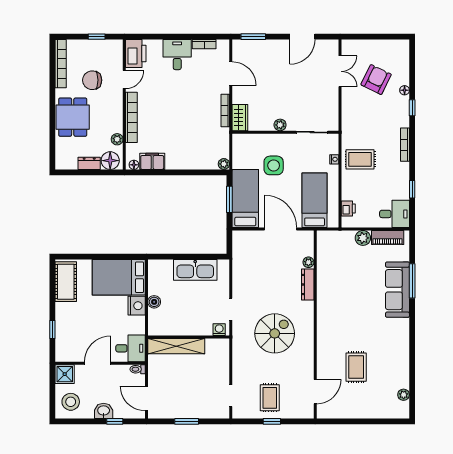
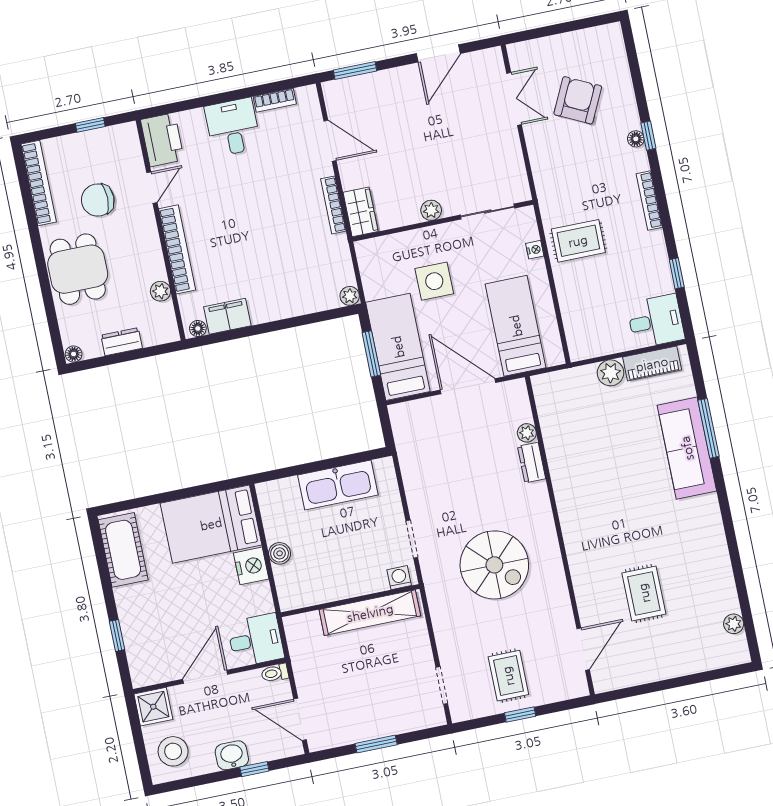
floor lamp: (405, 90) -> (636, 139), moved
floor lamp: (110, 161) -> (74, 354), moved, width x0.53, depth x0.53
printer: (348, 209) -> (576, 328), removed
dresser: (308, 284) -> (532, 463), width x0.70
spiral stairs: (275, 333) -> (494, 565), turned 90
shelving: (176, 346) -> (370, 613), moved

